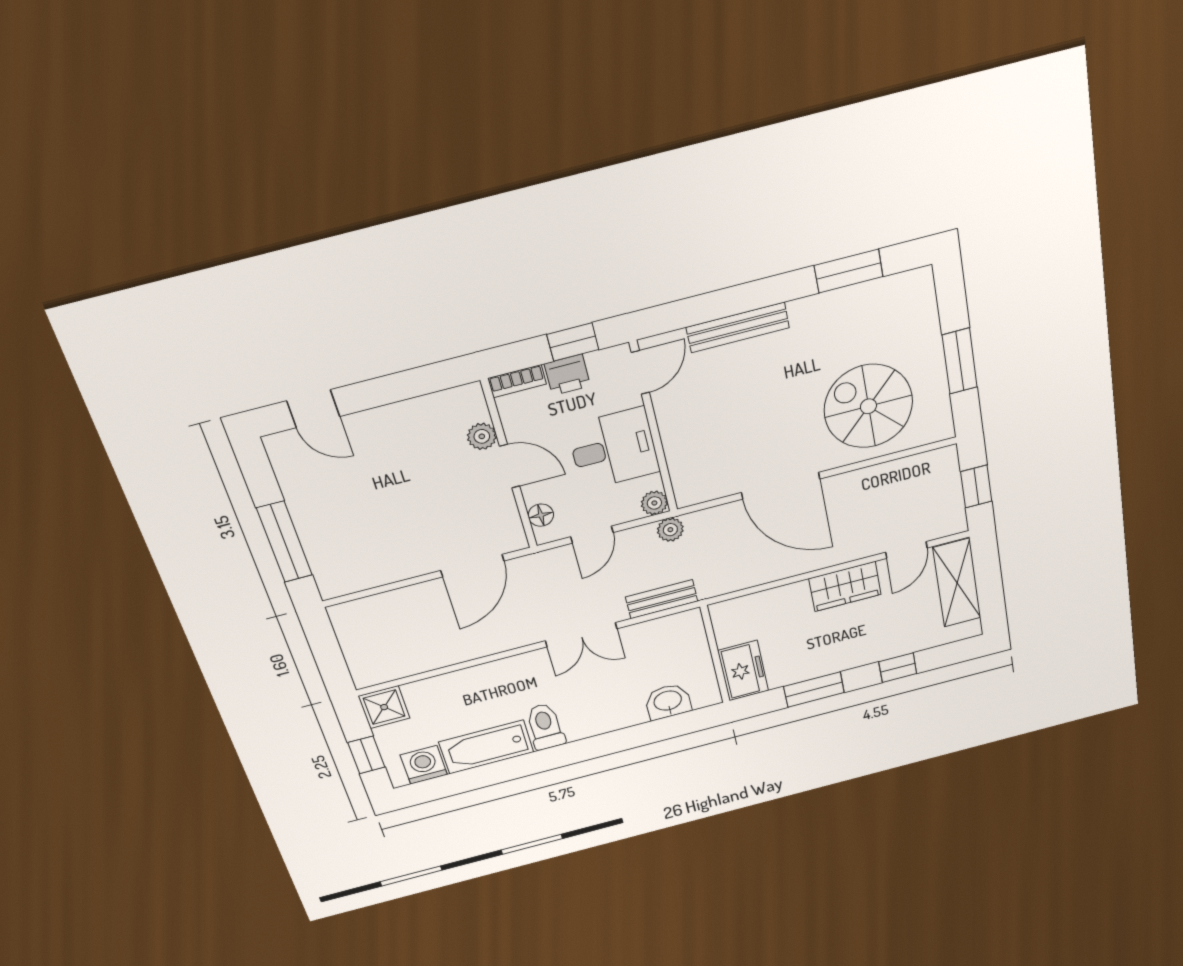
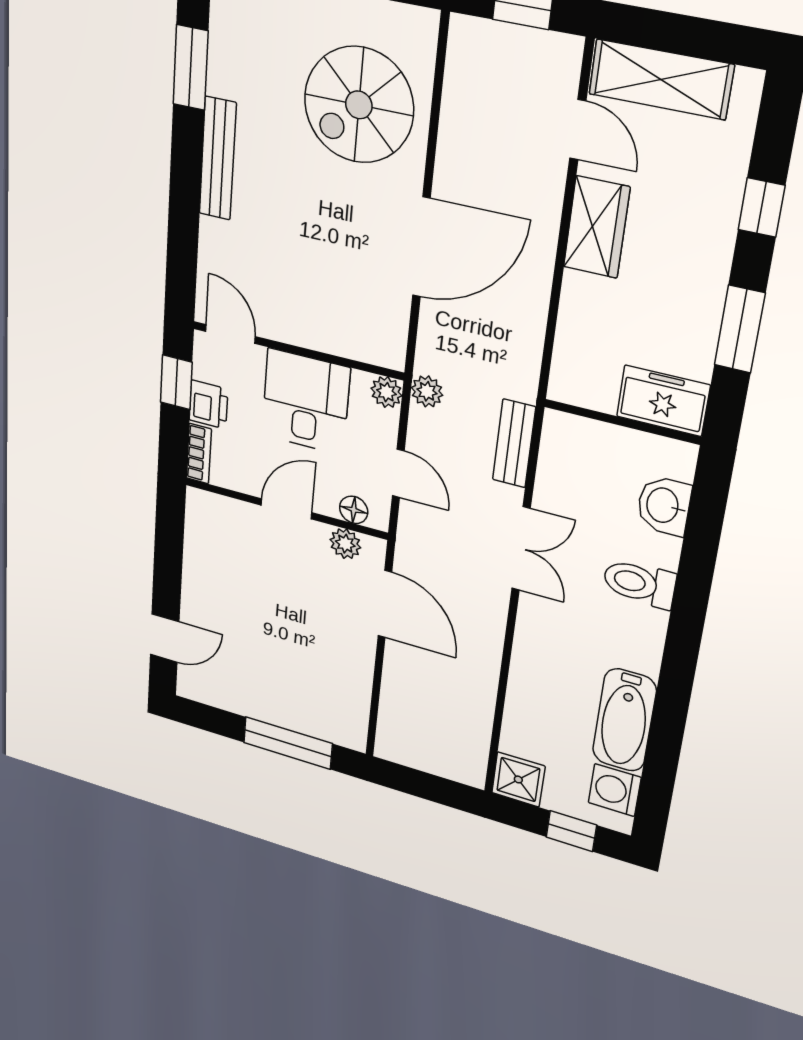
bench: (738, 327) -> (218, 159), moved
plant: (482, 436) -> (345, 544), moved
toilet: (545, 727) -> (639, 583), moved

